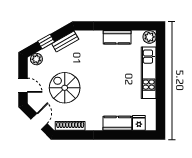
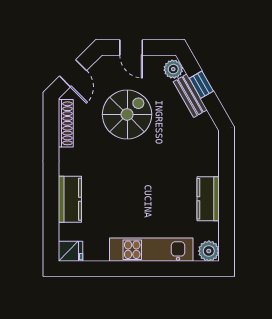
bench: (65, 42) -> (190, 96), moved
door: (23, 85) -> (131, 48), hinge flipped
door: (39, 121) -> (73, 73), hinge flipped
fridge: (139, 123) -> (70, 251), moved

